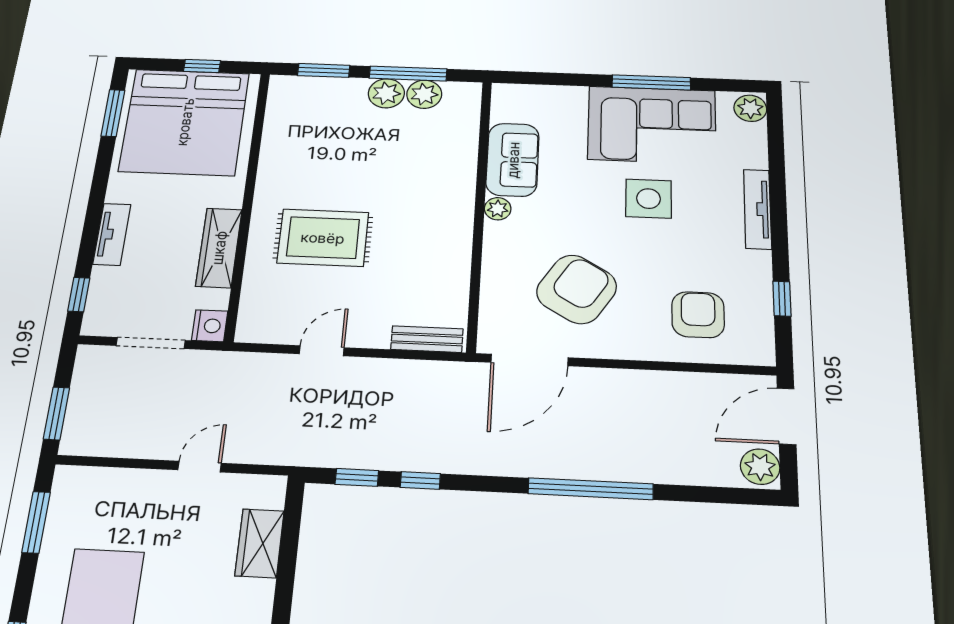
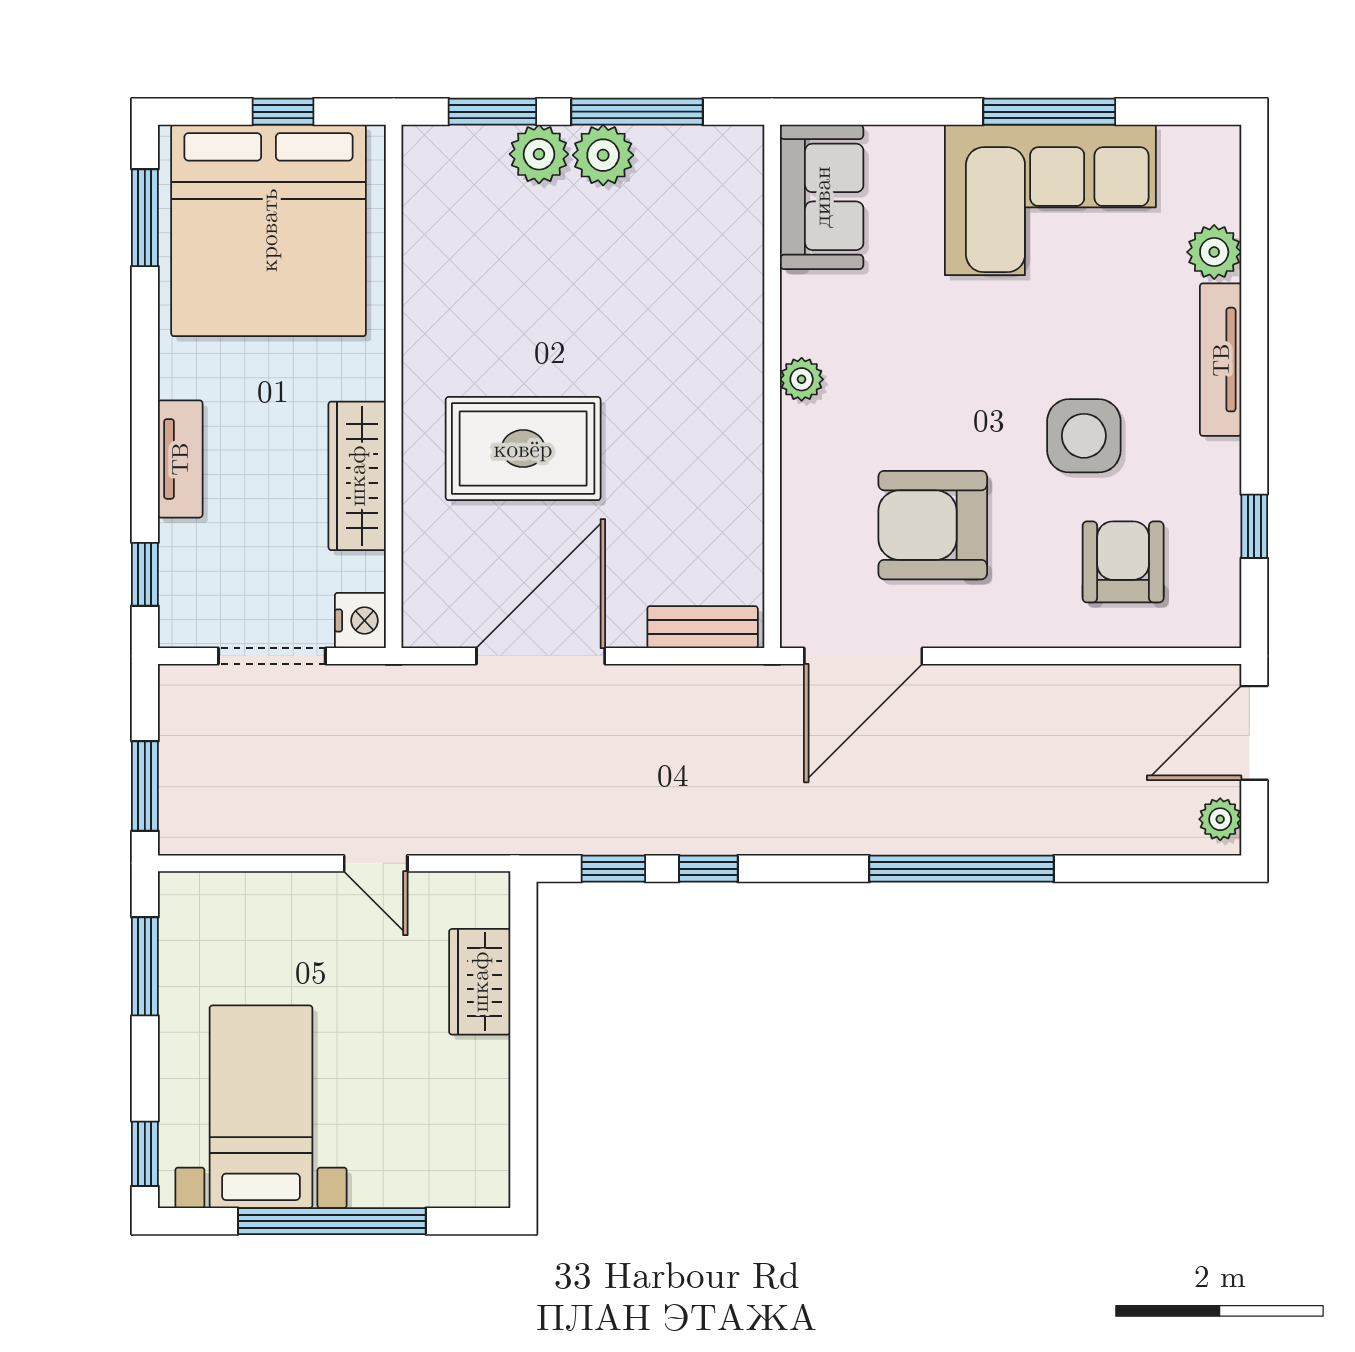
plant: (424, 94) -> (539, 154), moved
plant: (750, 108) -> (1214, 252), moved
sofa: (513, 160) -> (822, 197), moved
side table: (649, 199) -> (1084, 436), moved
armchair: (577, 289) -> (933, 525), turned -122
door: (322, 351) -> (541, 656), width x1.87
door: (200, 467) -> (376, 863), swing flipped
plant: (760, 467) -> (1220, 819), width x0.73, depth x0.73

